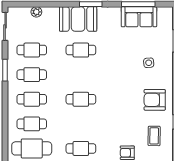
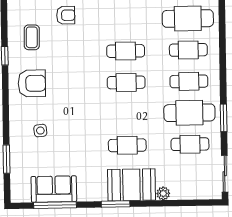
plant: (36, 12) -> (163, 193), moved
cafe table: (32, 75) -> (189, 113), width x1.37, depth x1.35
cafe table: (81, 148) -> (126, 51), moved

